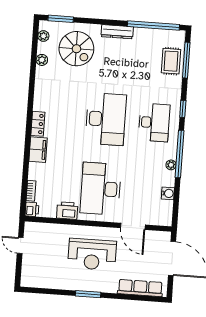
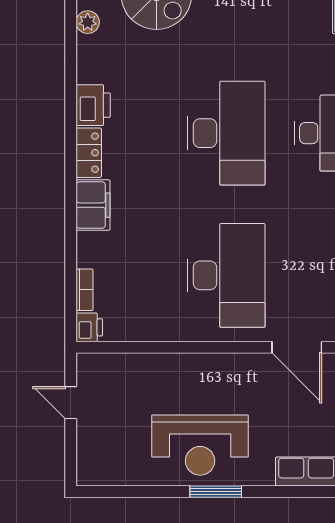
desk: (101, 189) -> (226, 275), turned 180
printer: (67, 211) -> (93, 105), moved, turned 90
reception desk: (92, 254) -> (200, 445), moved

